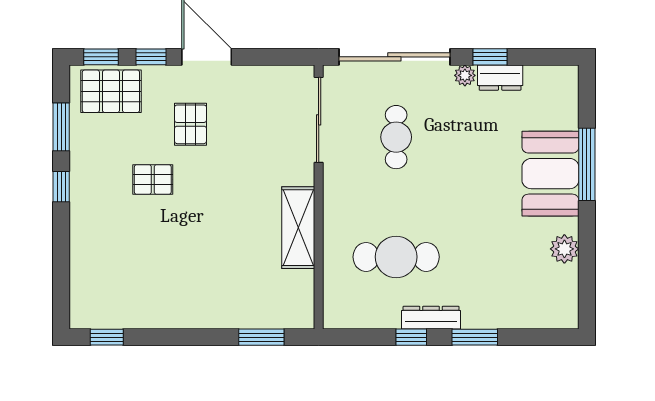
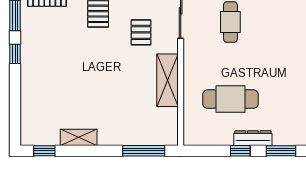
pallet: (153, 179) -> (141, 32), moved, turned 90
shelving: (160, 316) -> (79, 137), added
window: (261, 337) -> (144, 151), width x1.44

